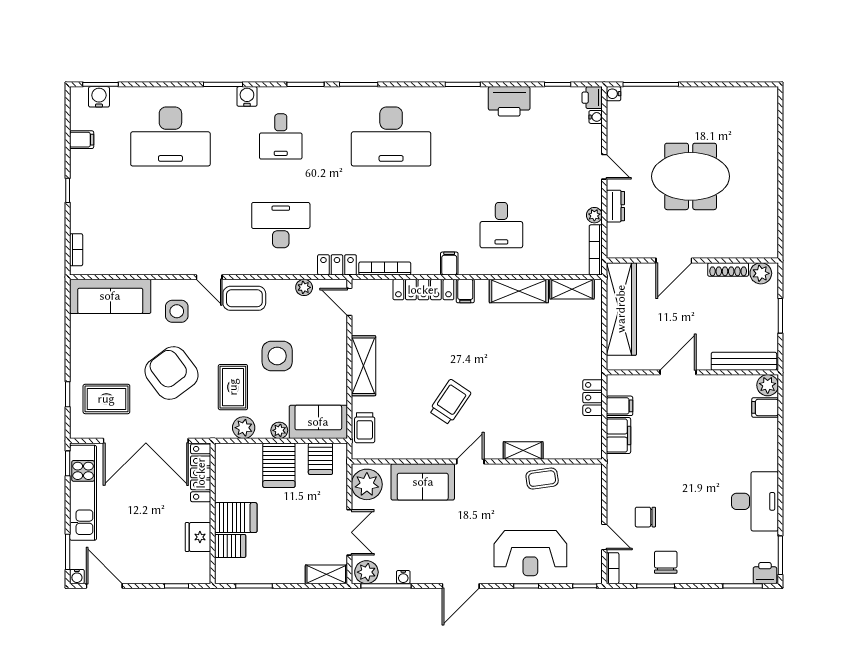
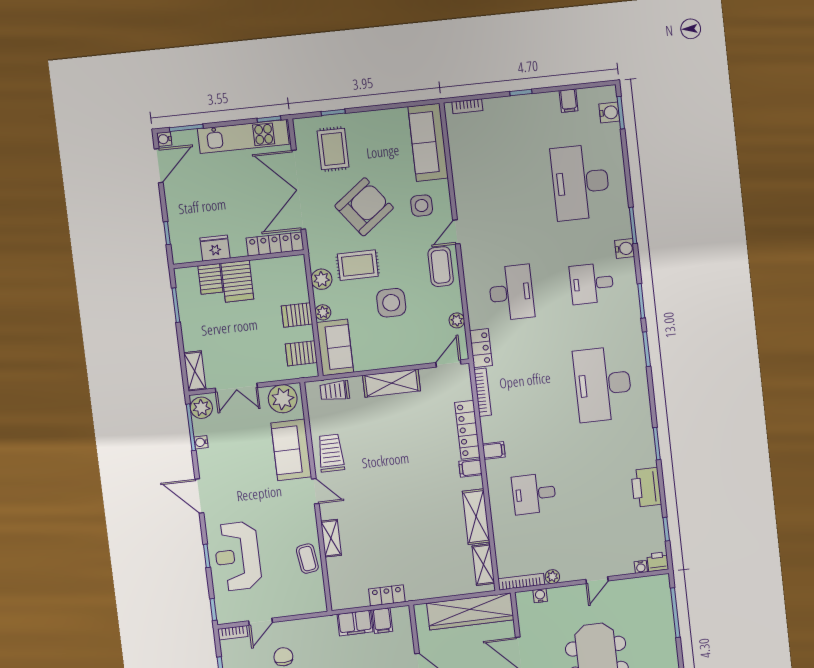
water cooler: (614, 94) -> (540, 596), moved
dresser: (615, 206) -> (563, 595), removed
trolley: (450, 402) -> (331, 453), moved, turned -124
server rack: (279, 465) -> (297, 315), width x0.73, depth x0.70

